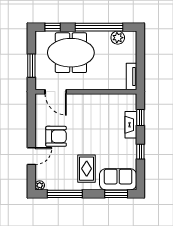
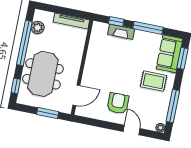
tv unit: (131, 76) -> (71, 21), width x1.41
window: (140, 152) -> (148, 28), width x2.17

